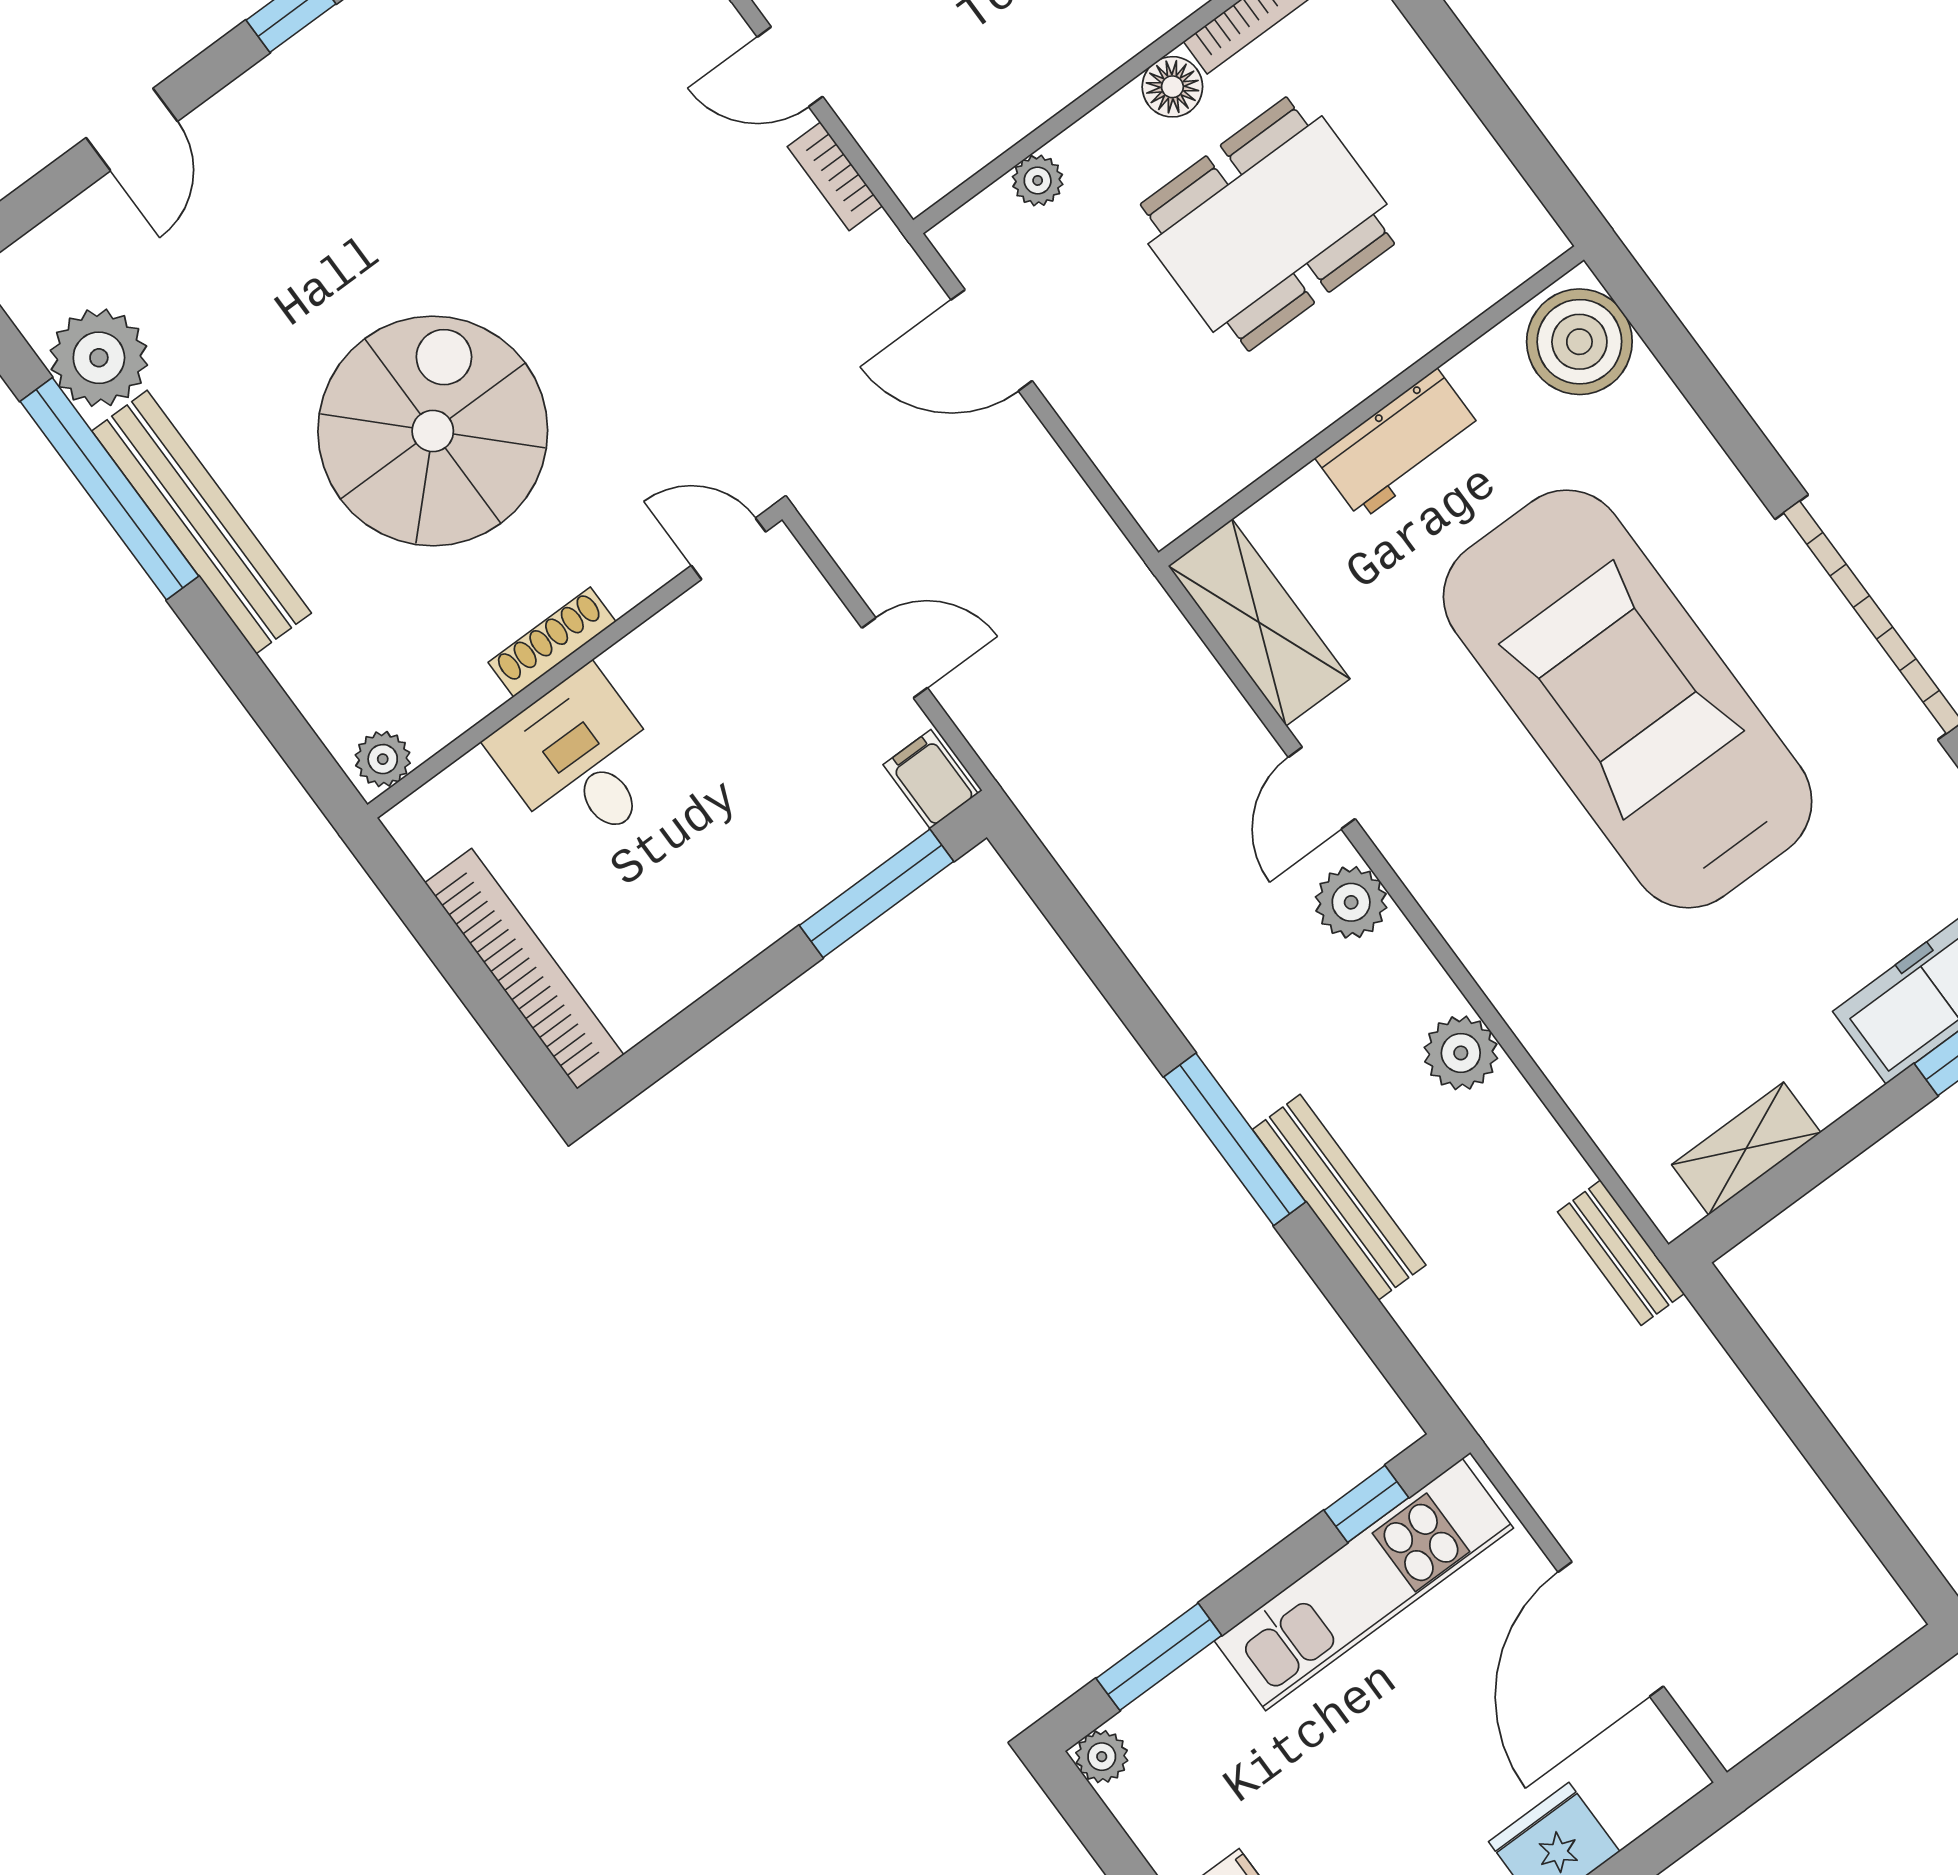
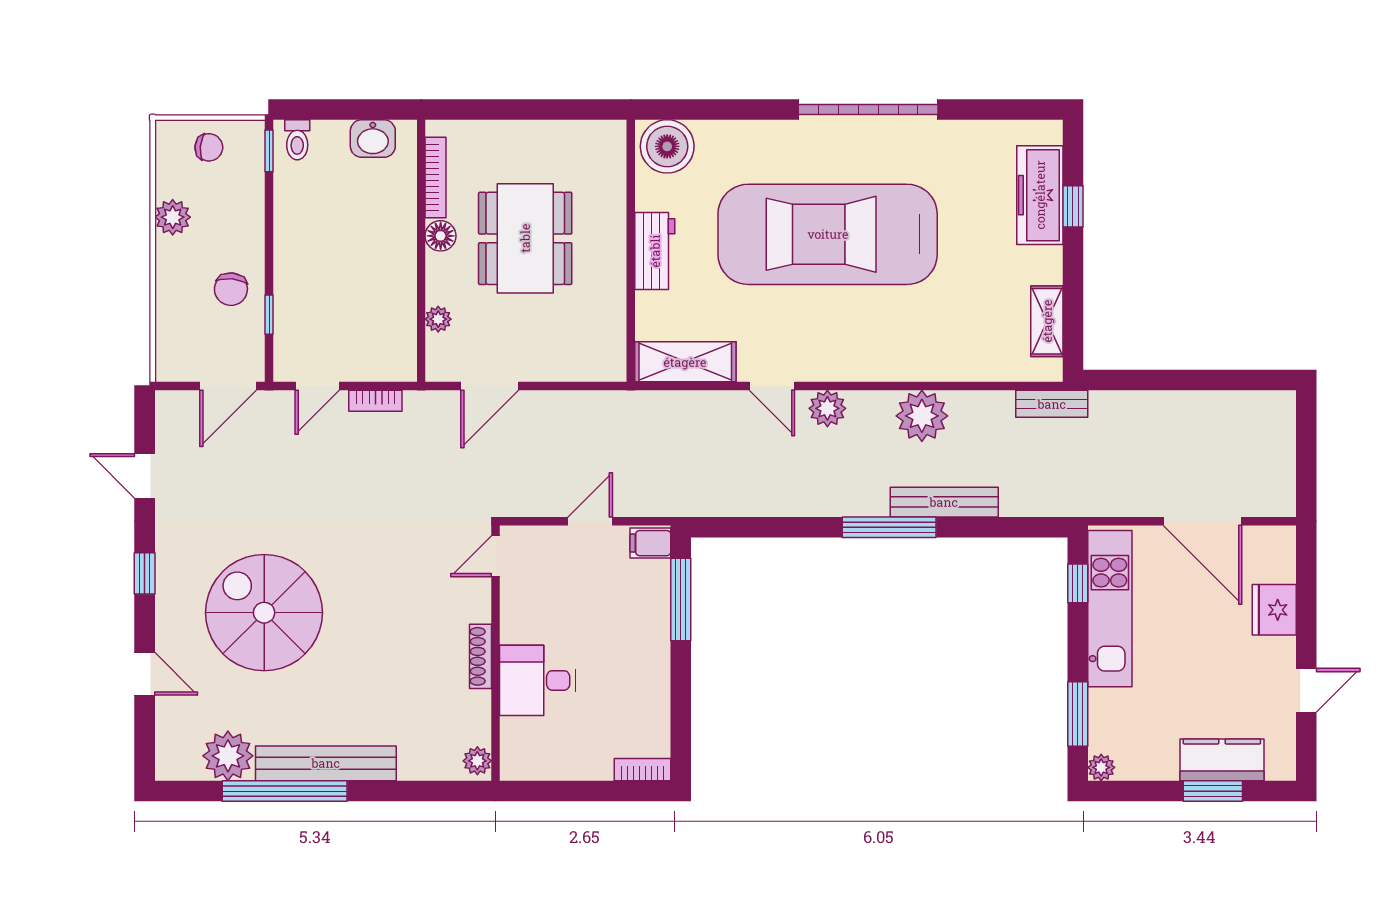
spiral stairs: (433, 431) -> (264, 613), moved
bookcase: (524, 969) -> (642, 770), width x0.43, depth x0.76
plant: (1461, 1053) -> (922, 416), width x1.36, depth x1.36

